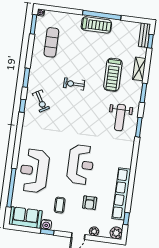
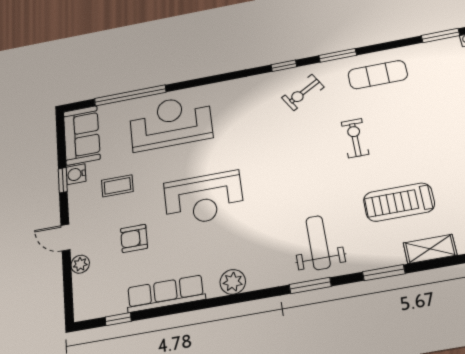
exercise mat: (51, 42) -> (378, 75), moved
weight bench: (120, 117) -> (318, 243), turned 90
row of seats: (121, 194) -> (166, 294), width x0.73
plant: (116, 233) -> (233, 282), moved

